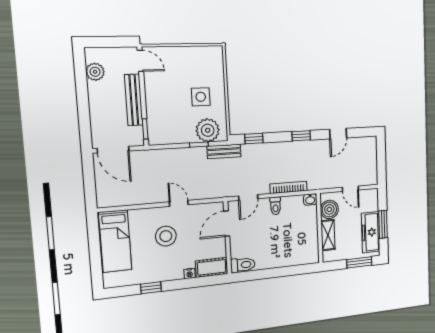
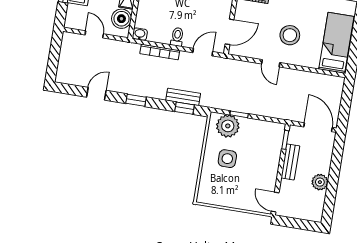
plant: (95, 72) -> (320, 182), moved
bench: (134, 100) -> (290, 162), width x0.73
bench: (224, 151) -> (183, 97), moved

